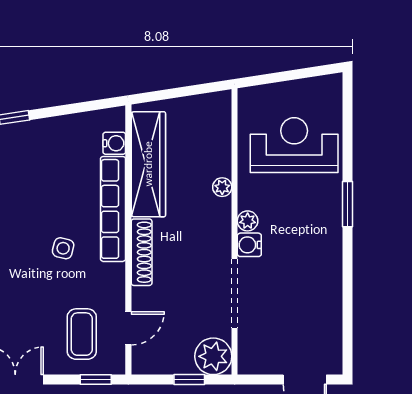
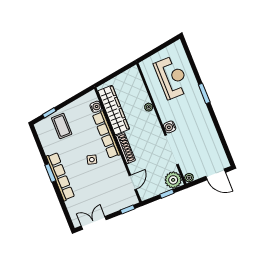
reception desk: (294, 145) -> (172, 77), turned 90
plant: (248, 221) -> (189, 178), moved
coffee table: (82, 334) -> (62, 126), moved

